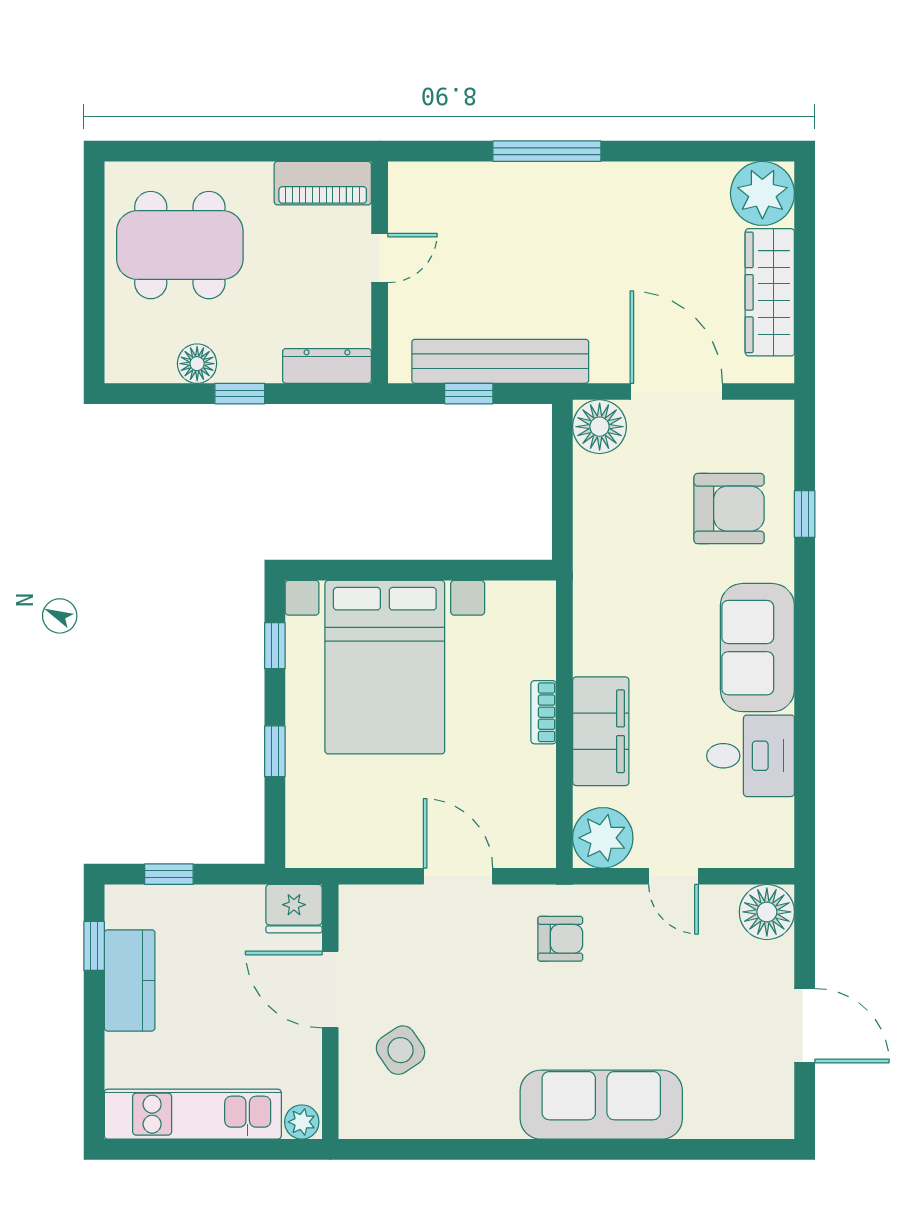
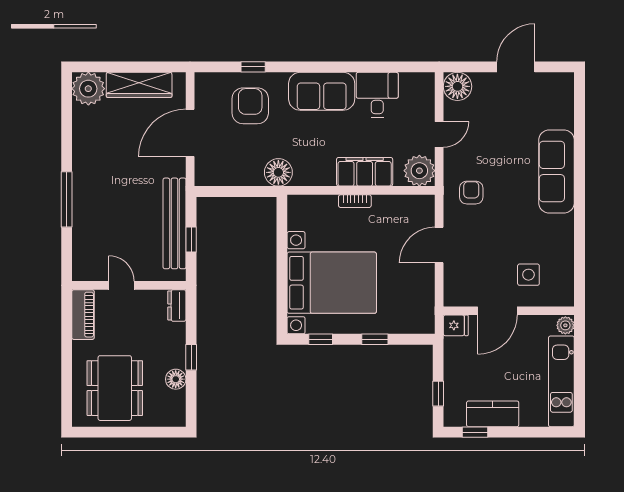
dresser: (327, 366) -> (177, 306), width x0.70
floor lamp: (600, 427) -> (278, 172), moved
fridge: (294, 909) -> (456, 325), width x0.72
side table: (400, 1050) -> (528, 275), turned 34

